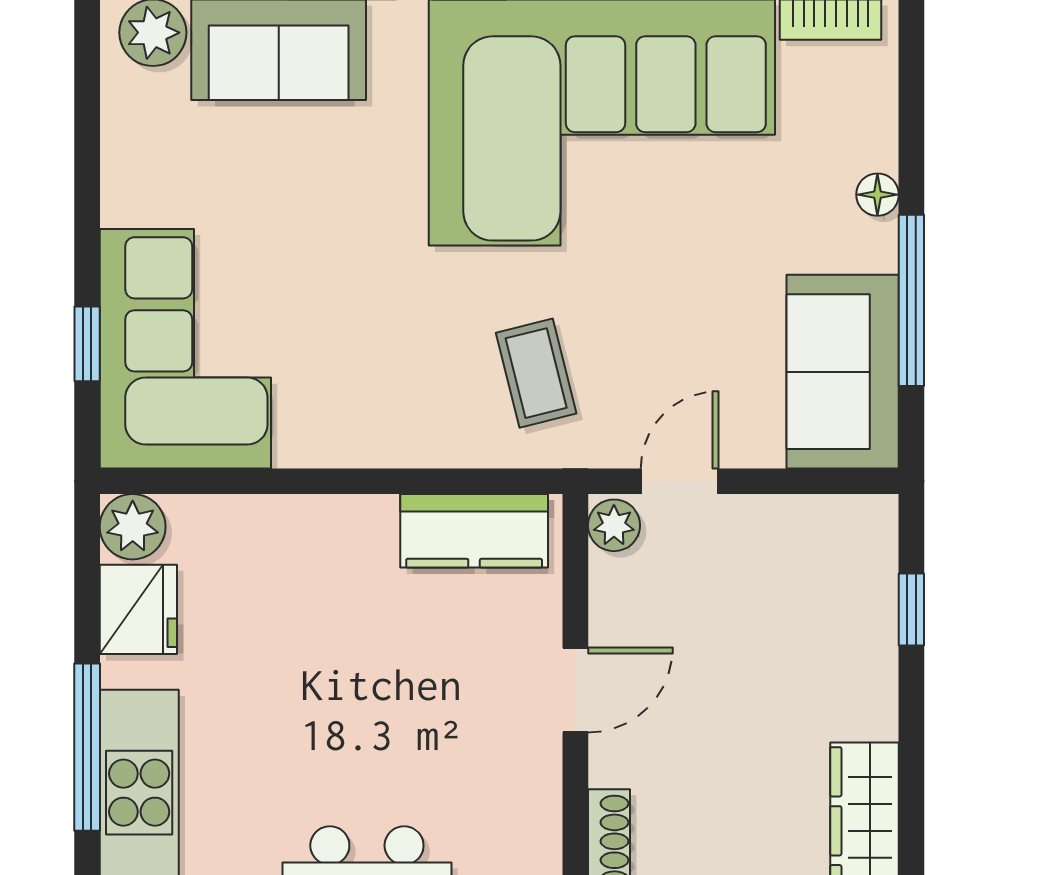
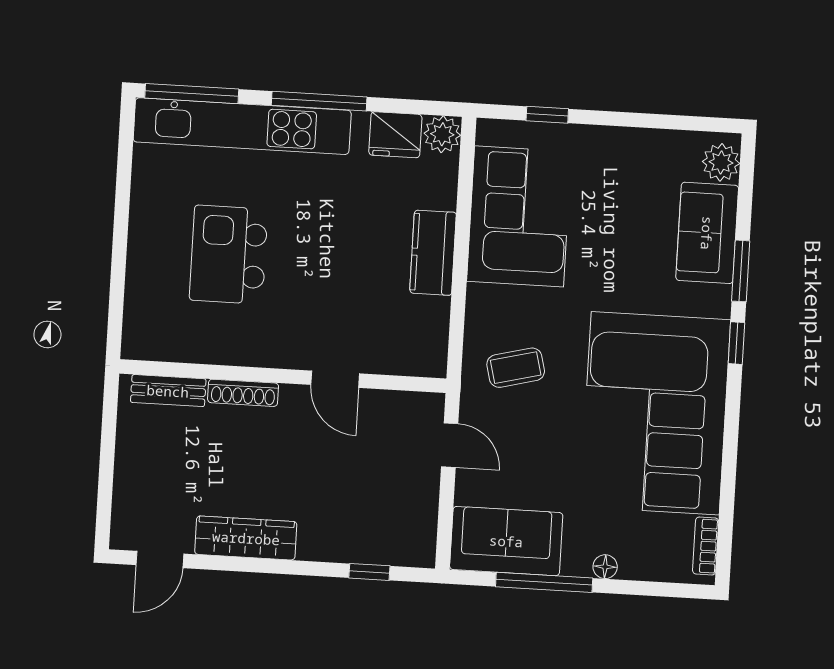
corner sofa: (185, 349) -> (519, 216), moved, turned -90
plant: (614, 525) -> (427, 407), removed
kitchen counter: (474, 531) -> (433, 253), moved

